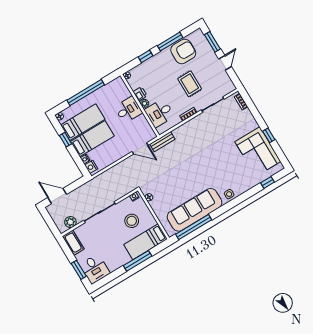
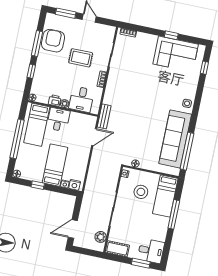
bed: (83, 122) -> (37, 125), moved, turned 180

